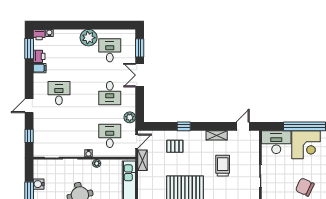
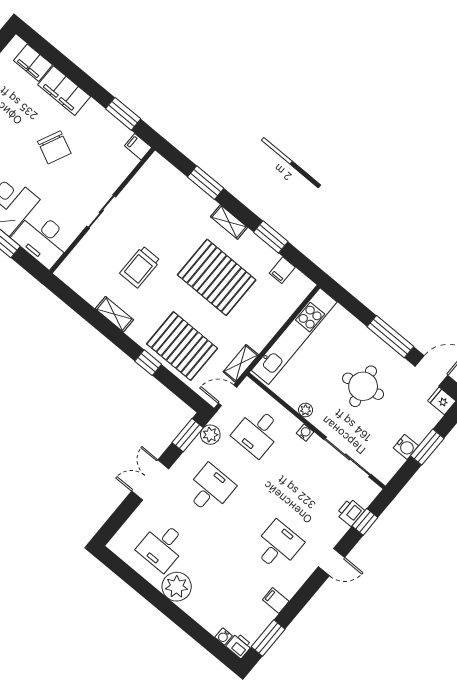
window: (140, 48) -> (188, 435), moved
printer: (39, 56) -> (350, 512), moved
double door: (140, 75) -> (150, 480), swing flipped
desk: (59, 93) -> (278, 546), turned 180
door: (243, 126) -> (70, 297), removed
pallet: (175, 146) -> (182, 346), width x2.05, depth x2.00

